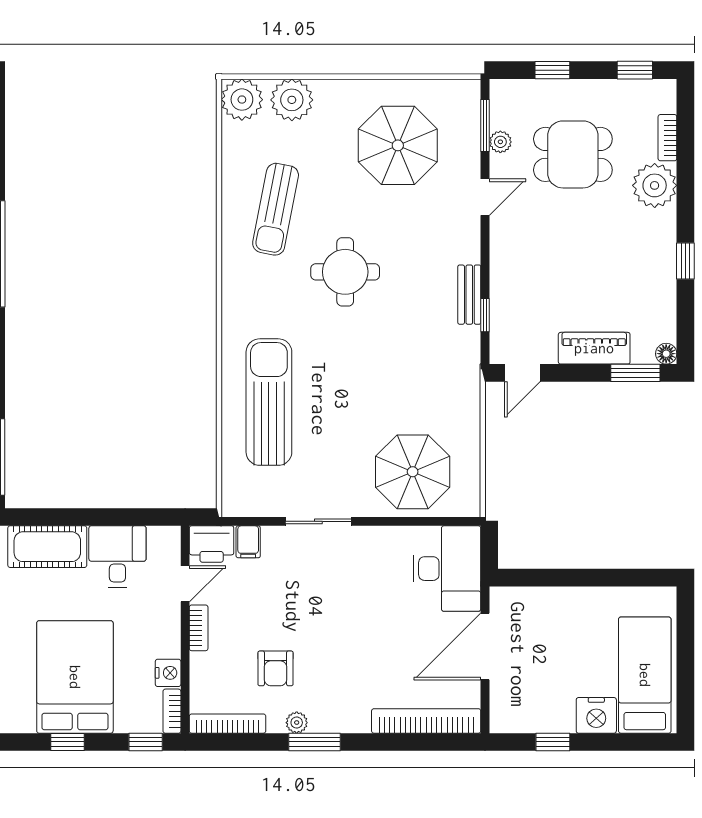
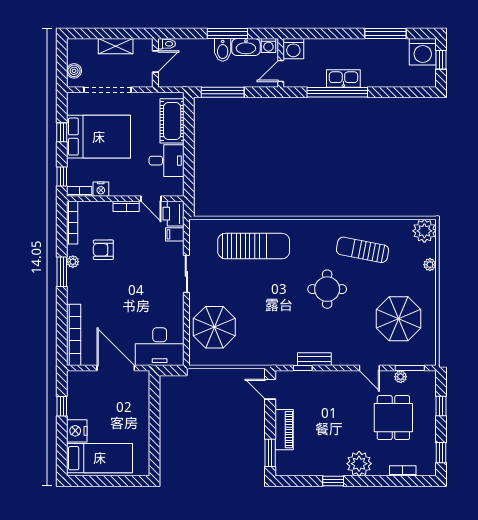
plant: (292, 100) -> (430, 265), width x0.53, depth x0.53
plant: (655, 185) -> (359, 464), moved
floor lamp: (666, 354) -> (281, 470), removed

